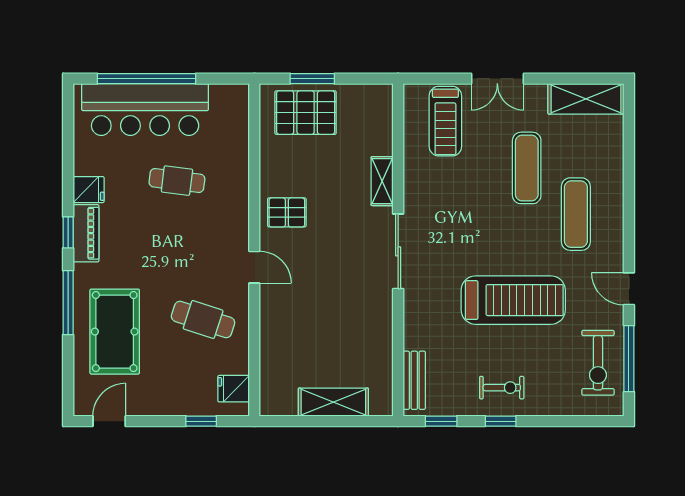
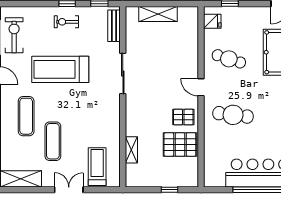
window: (312, 79) -> (170, 190), width x0.67
pallet: (306, 113) -> (180, 144), moved
cafe table: (177, 181) -> (233, 115), moved, width x1.37, depth x1.35
shelving: (382, 181) -> (131, 150), moved
sliding door: (398, 251) -> (123, 73), moved

